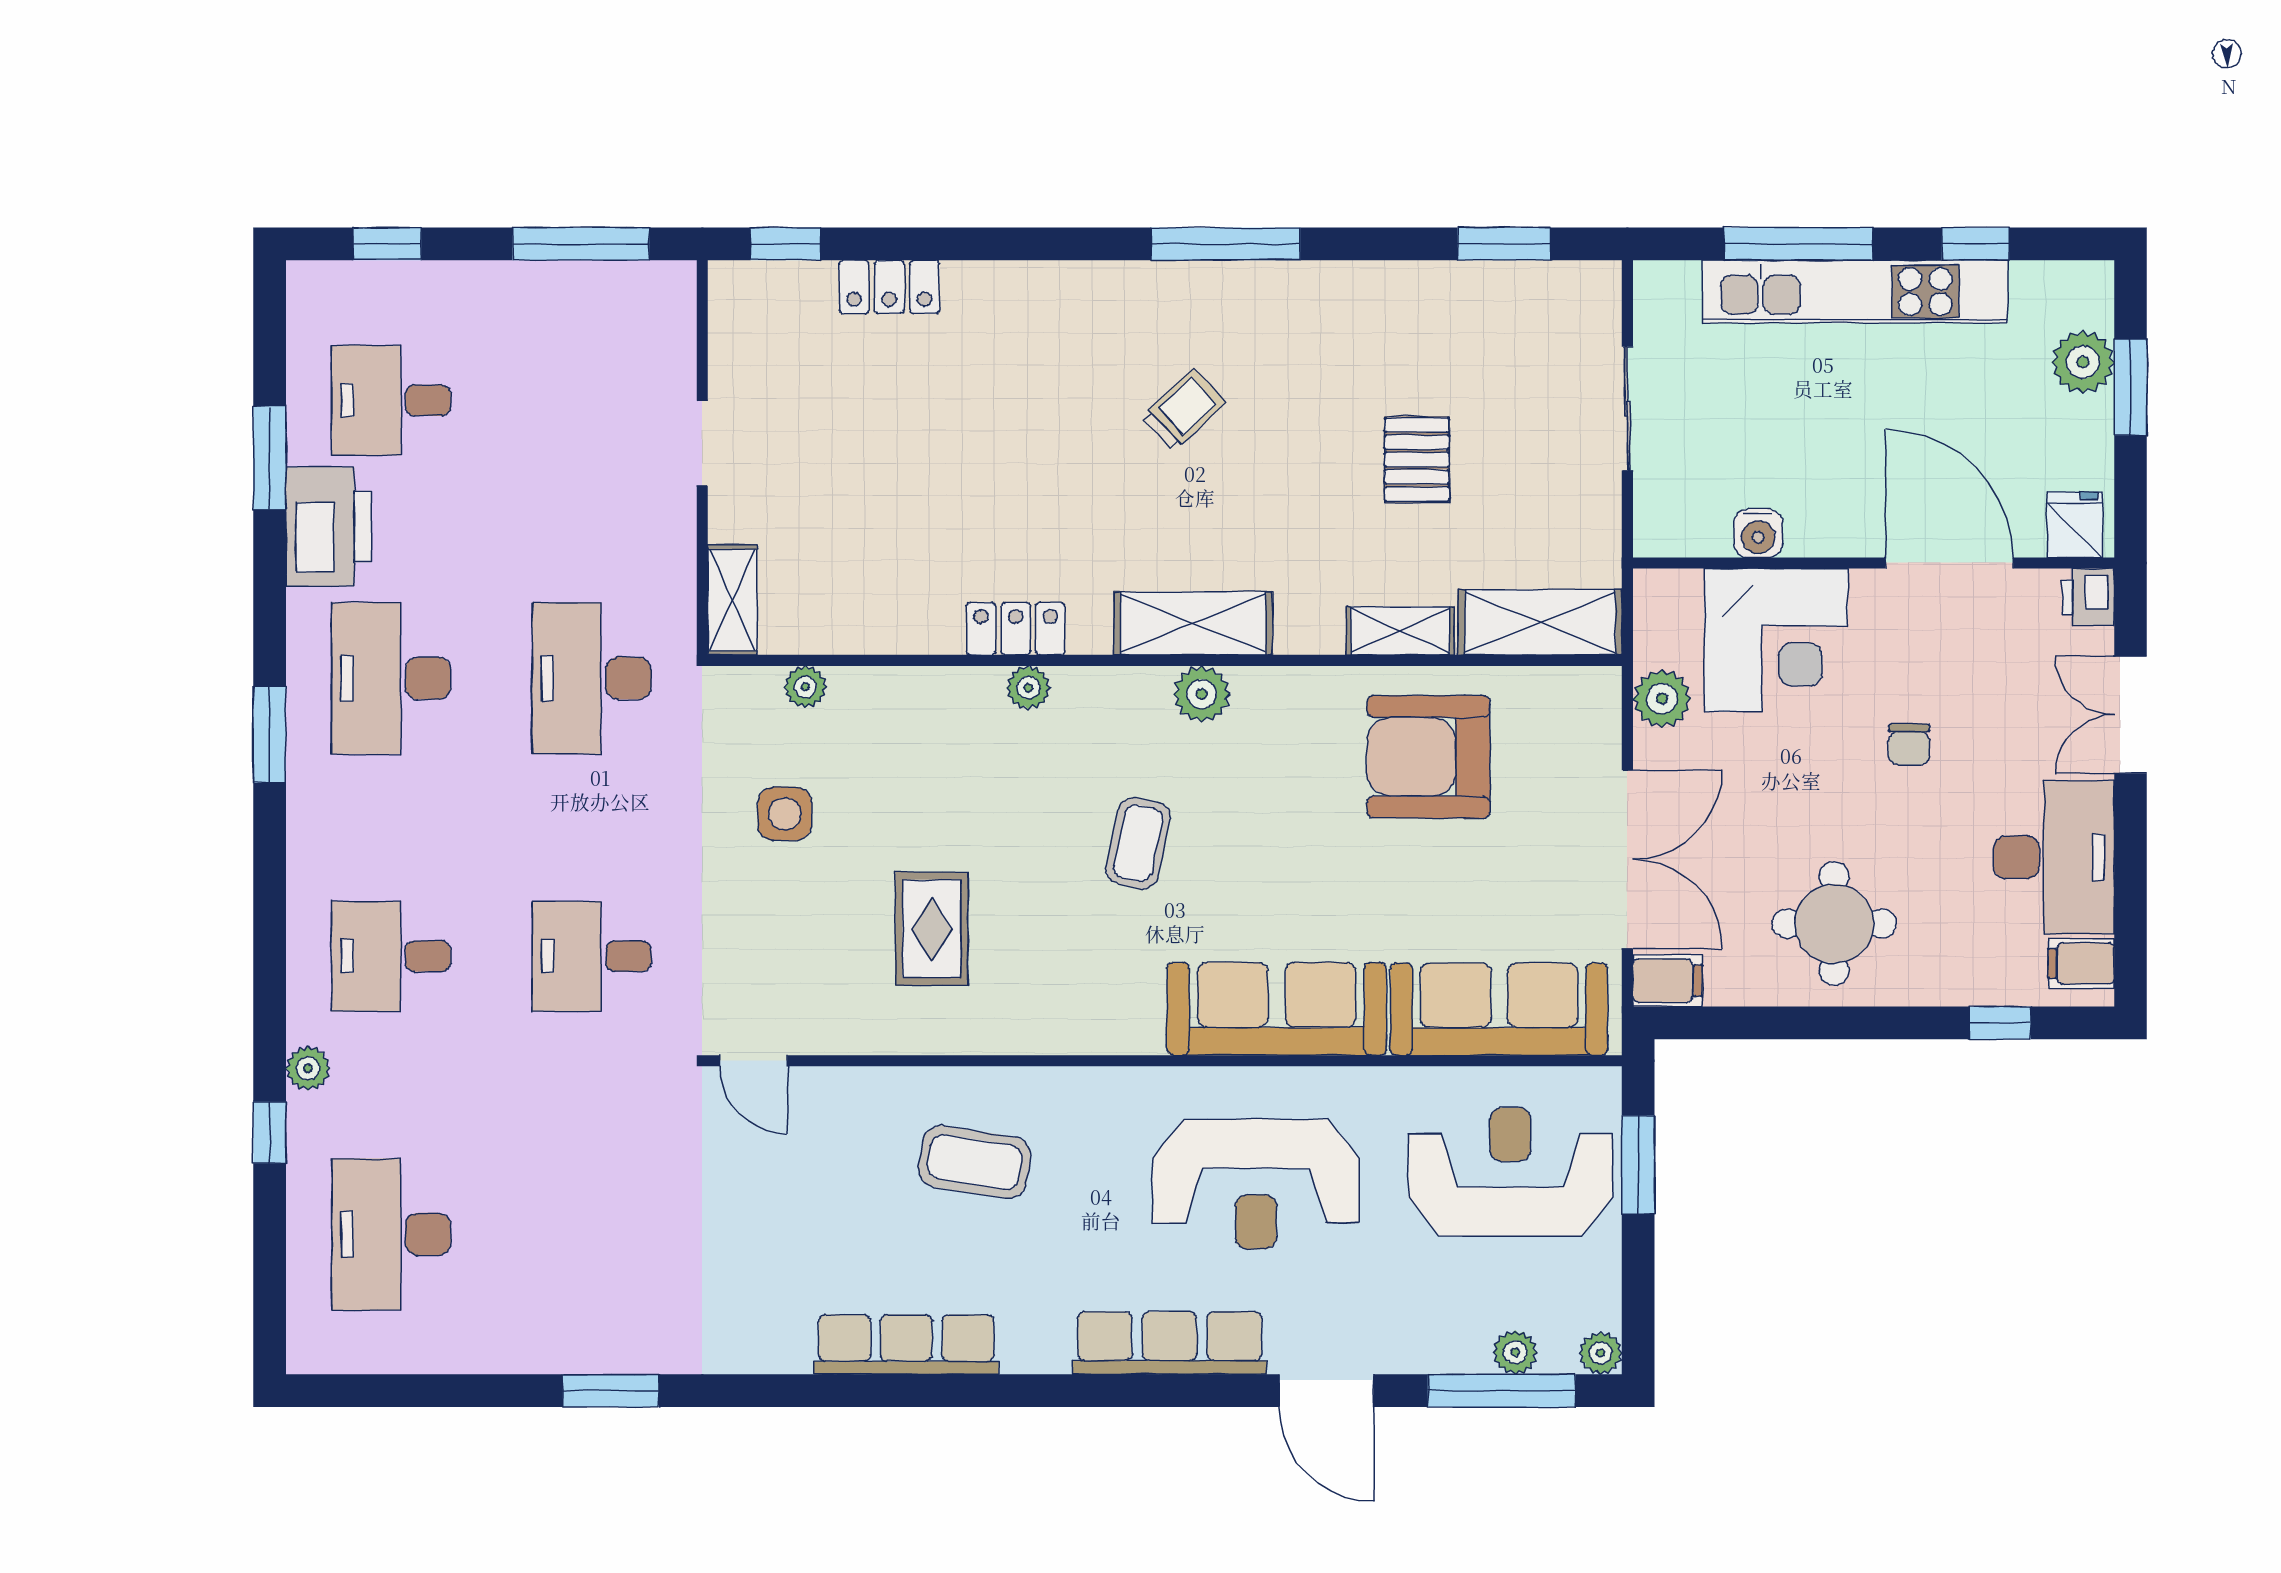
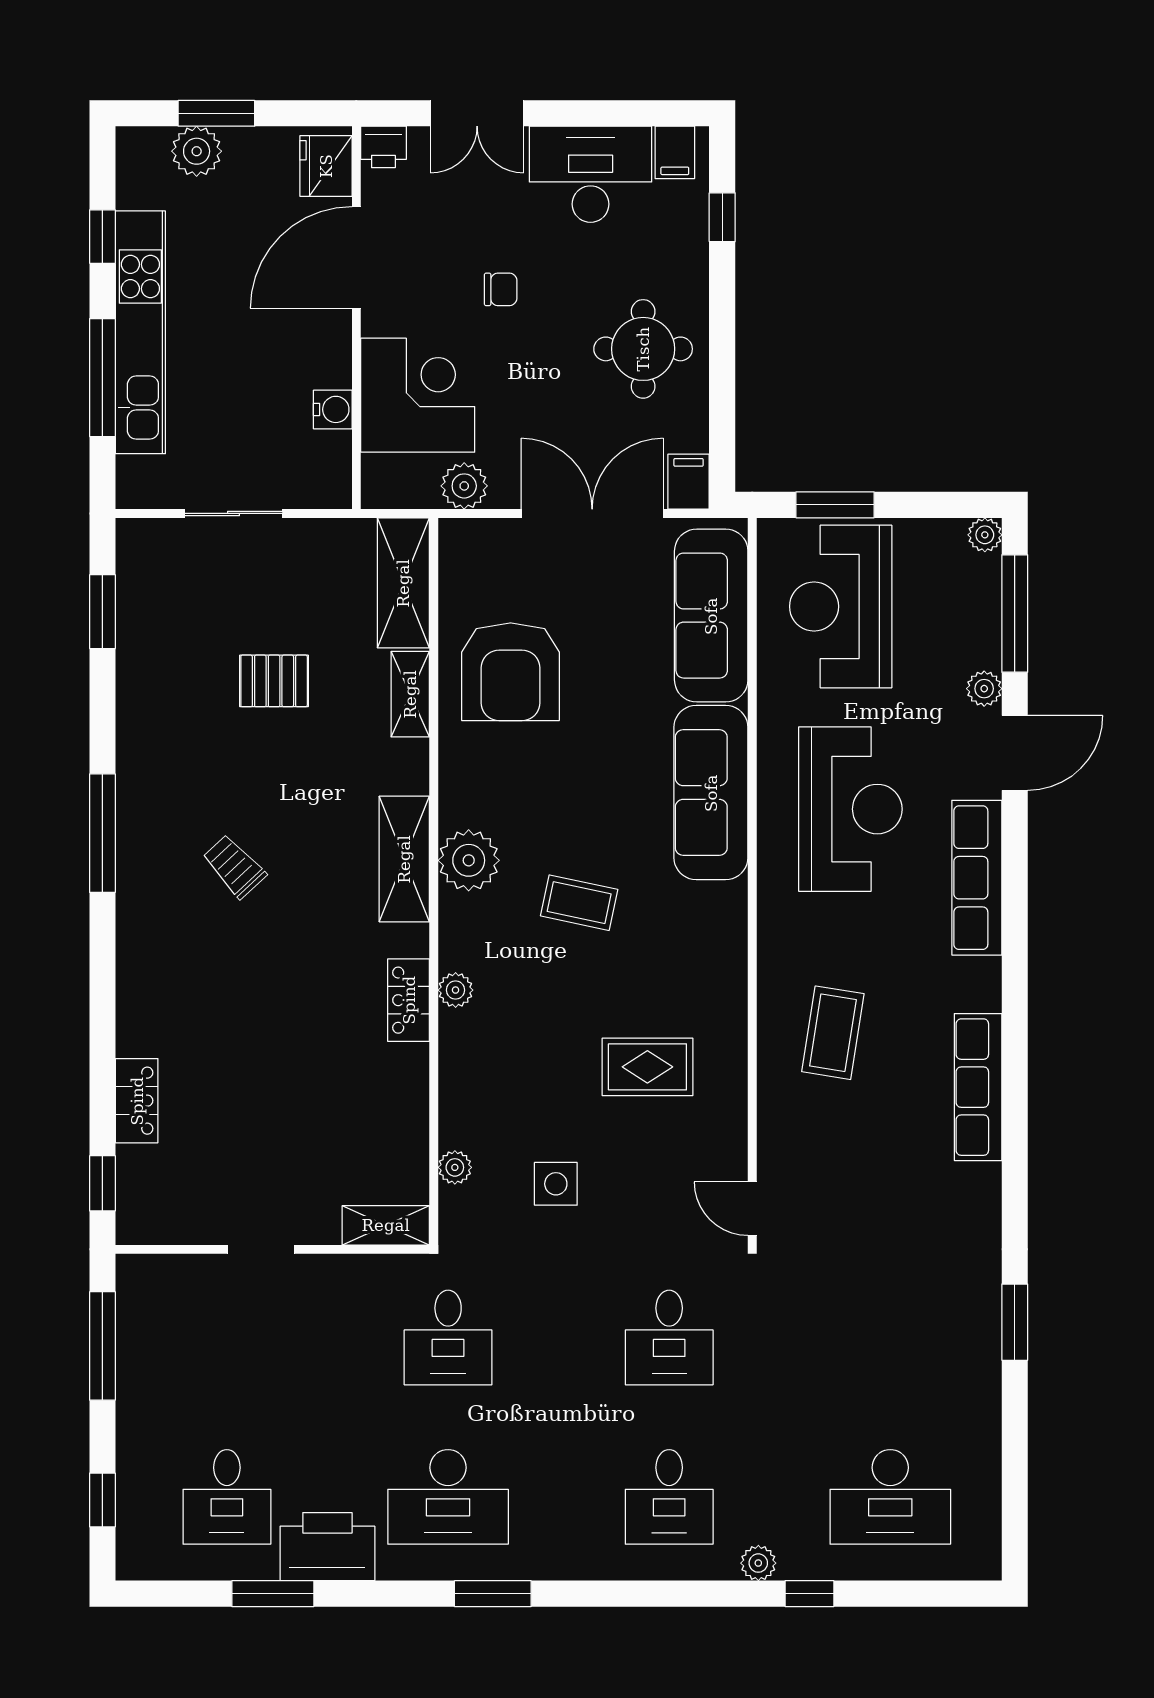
fridge: (2075, 525) -> (326, 166), width x1.38
desk: (592, 678) -> (448, 1337), width x0.73
plant: (1202, 694) -> (469, 860), width x1.36, depth x1.36
door: (754, 1061) -> (752, 1209), swing flipped
plant: (1515, 1352) -> (984, 689), moved

